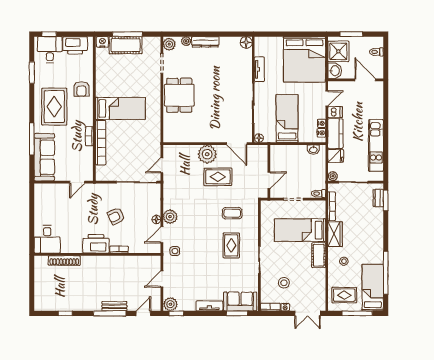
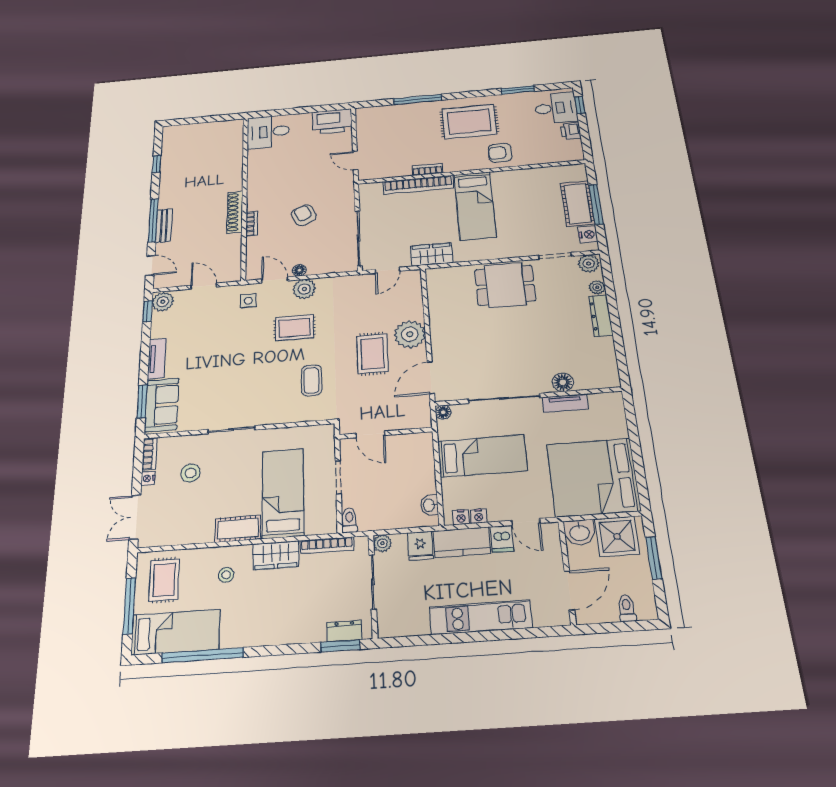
nightstand: (102, 42) -> (588, 234), moved
floor lamp: (246, 42) -> (563, 382), moved
printer: (75, 45) -> (571, 131), width x0.53, depth x0.68
wardrobe: (153, 138) -> (432, 255), added
kitchen unit: (376, 145) -> (481, 617), moved
sofa: (44, 157) -> (391, 117), removed
door: (162, 165) -> (387, 270), swing flipped
printer: (96, 244) -> (332, 122), moved, turned 90
rug: (231, 245) -> (295, 328), moved
shoe rack: (64, 261) -> (235, 212), moved

